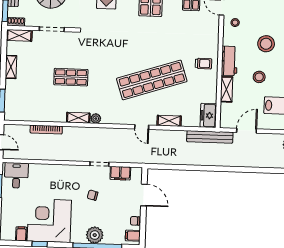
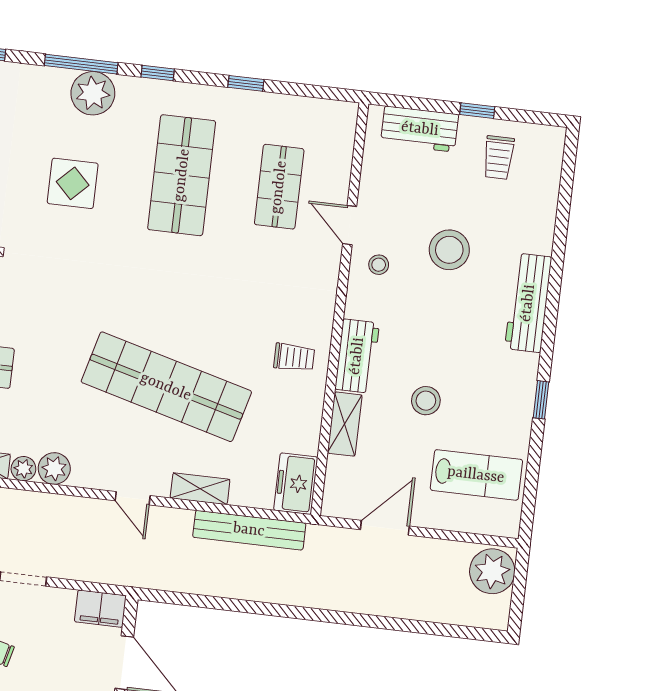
stool: (266, 44) -> (449, 250), moved
shop shelf: (152, 80) -> (166, 387), turned 33
plant: (108, 117) -> (54, 469), added
bench: (210, 137) -> (249, 530), moved
filing cabinet: (120, 173) -> (100, 609), moved

